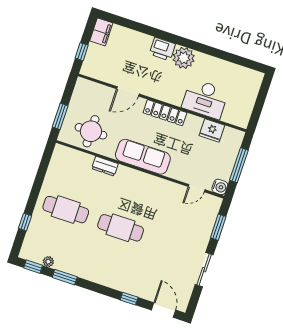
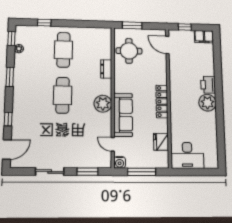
door: (128, 91) -> (167, 45), moved
desk: (205, 99) -> (187, 155), moved, turned -90
sofa: (143, 157) -> (123, 115), moved
plant: (145, 184) -> (103, 104), added
window: (65, 277) -> (10, 77), moved

